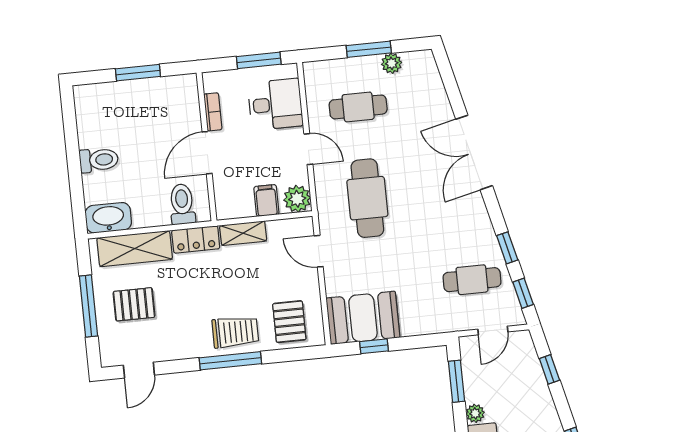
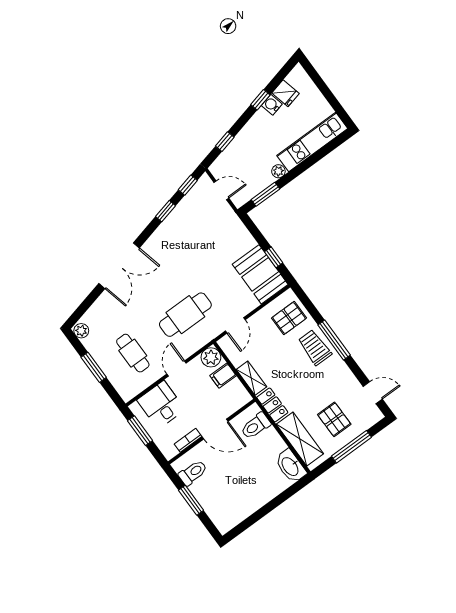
plant: (392, 63) -> (81, 331), moved
toilet: (99, 160) -> (193, 473), moved, turned 90
cafe table: (472, 280) -> (198, 221), removed

